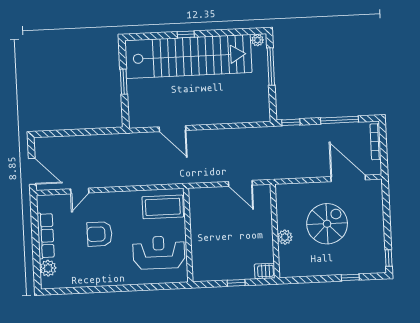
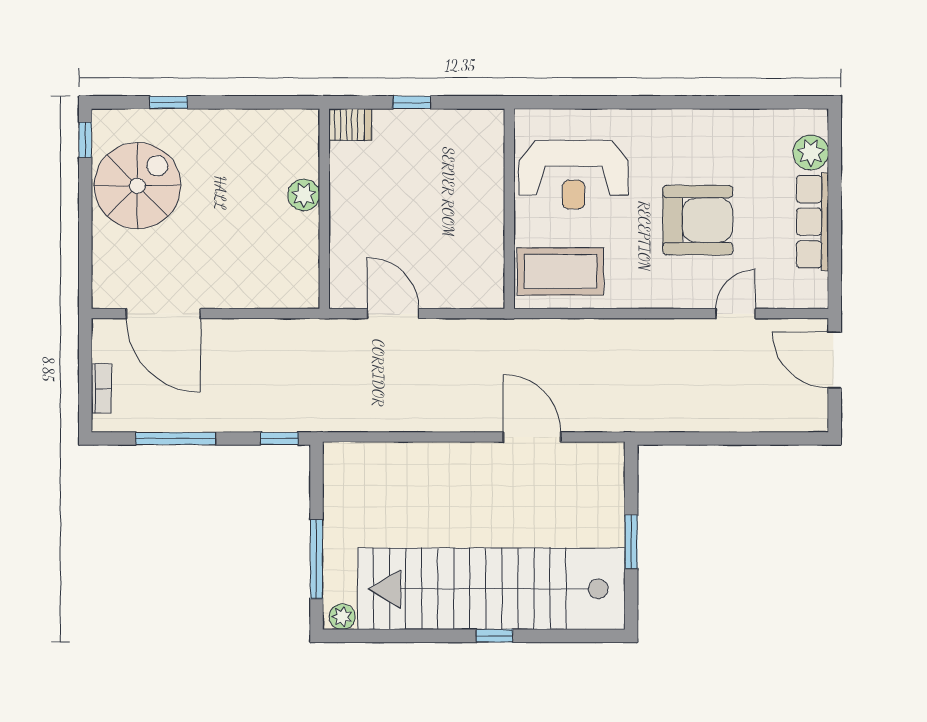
bookcase: (376, 142) -> (101, 389), width x0.64
spiral stairs: (327, 224) -> (137, 186), moved, turned 180
armchair: (100, 234) -> (698, 220), width x1.36, depth x1.36

